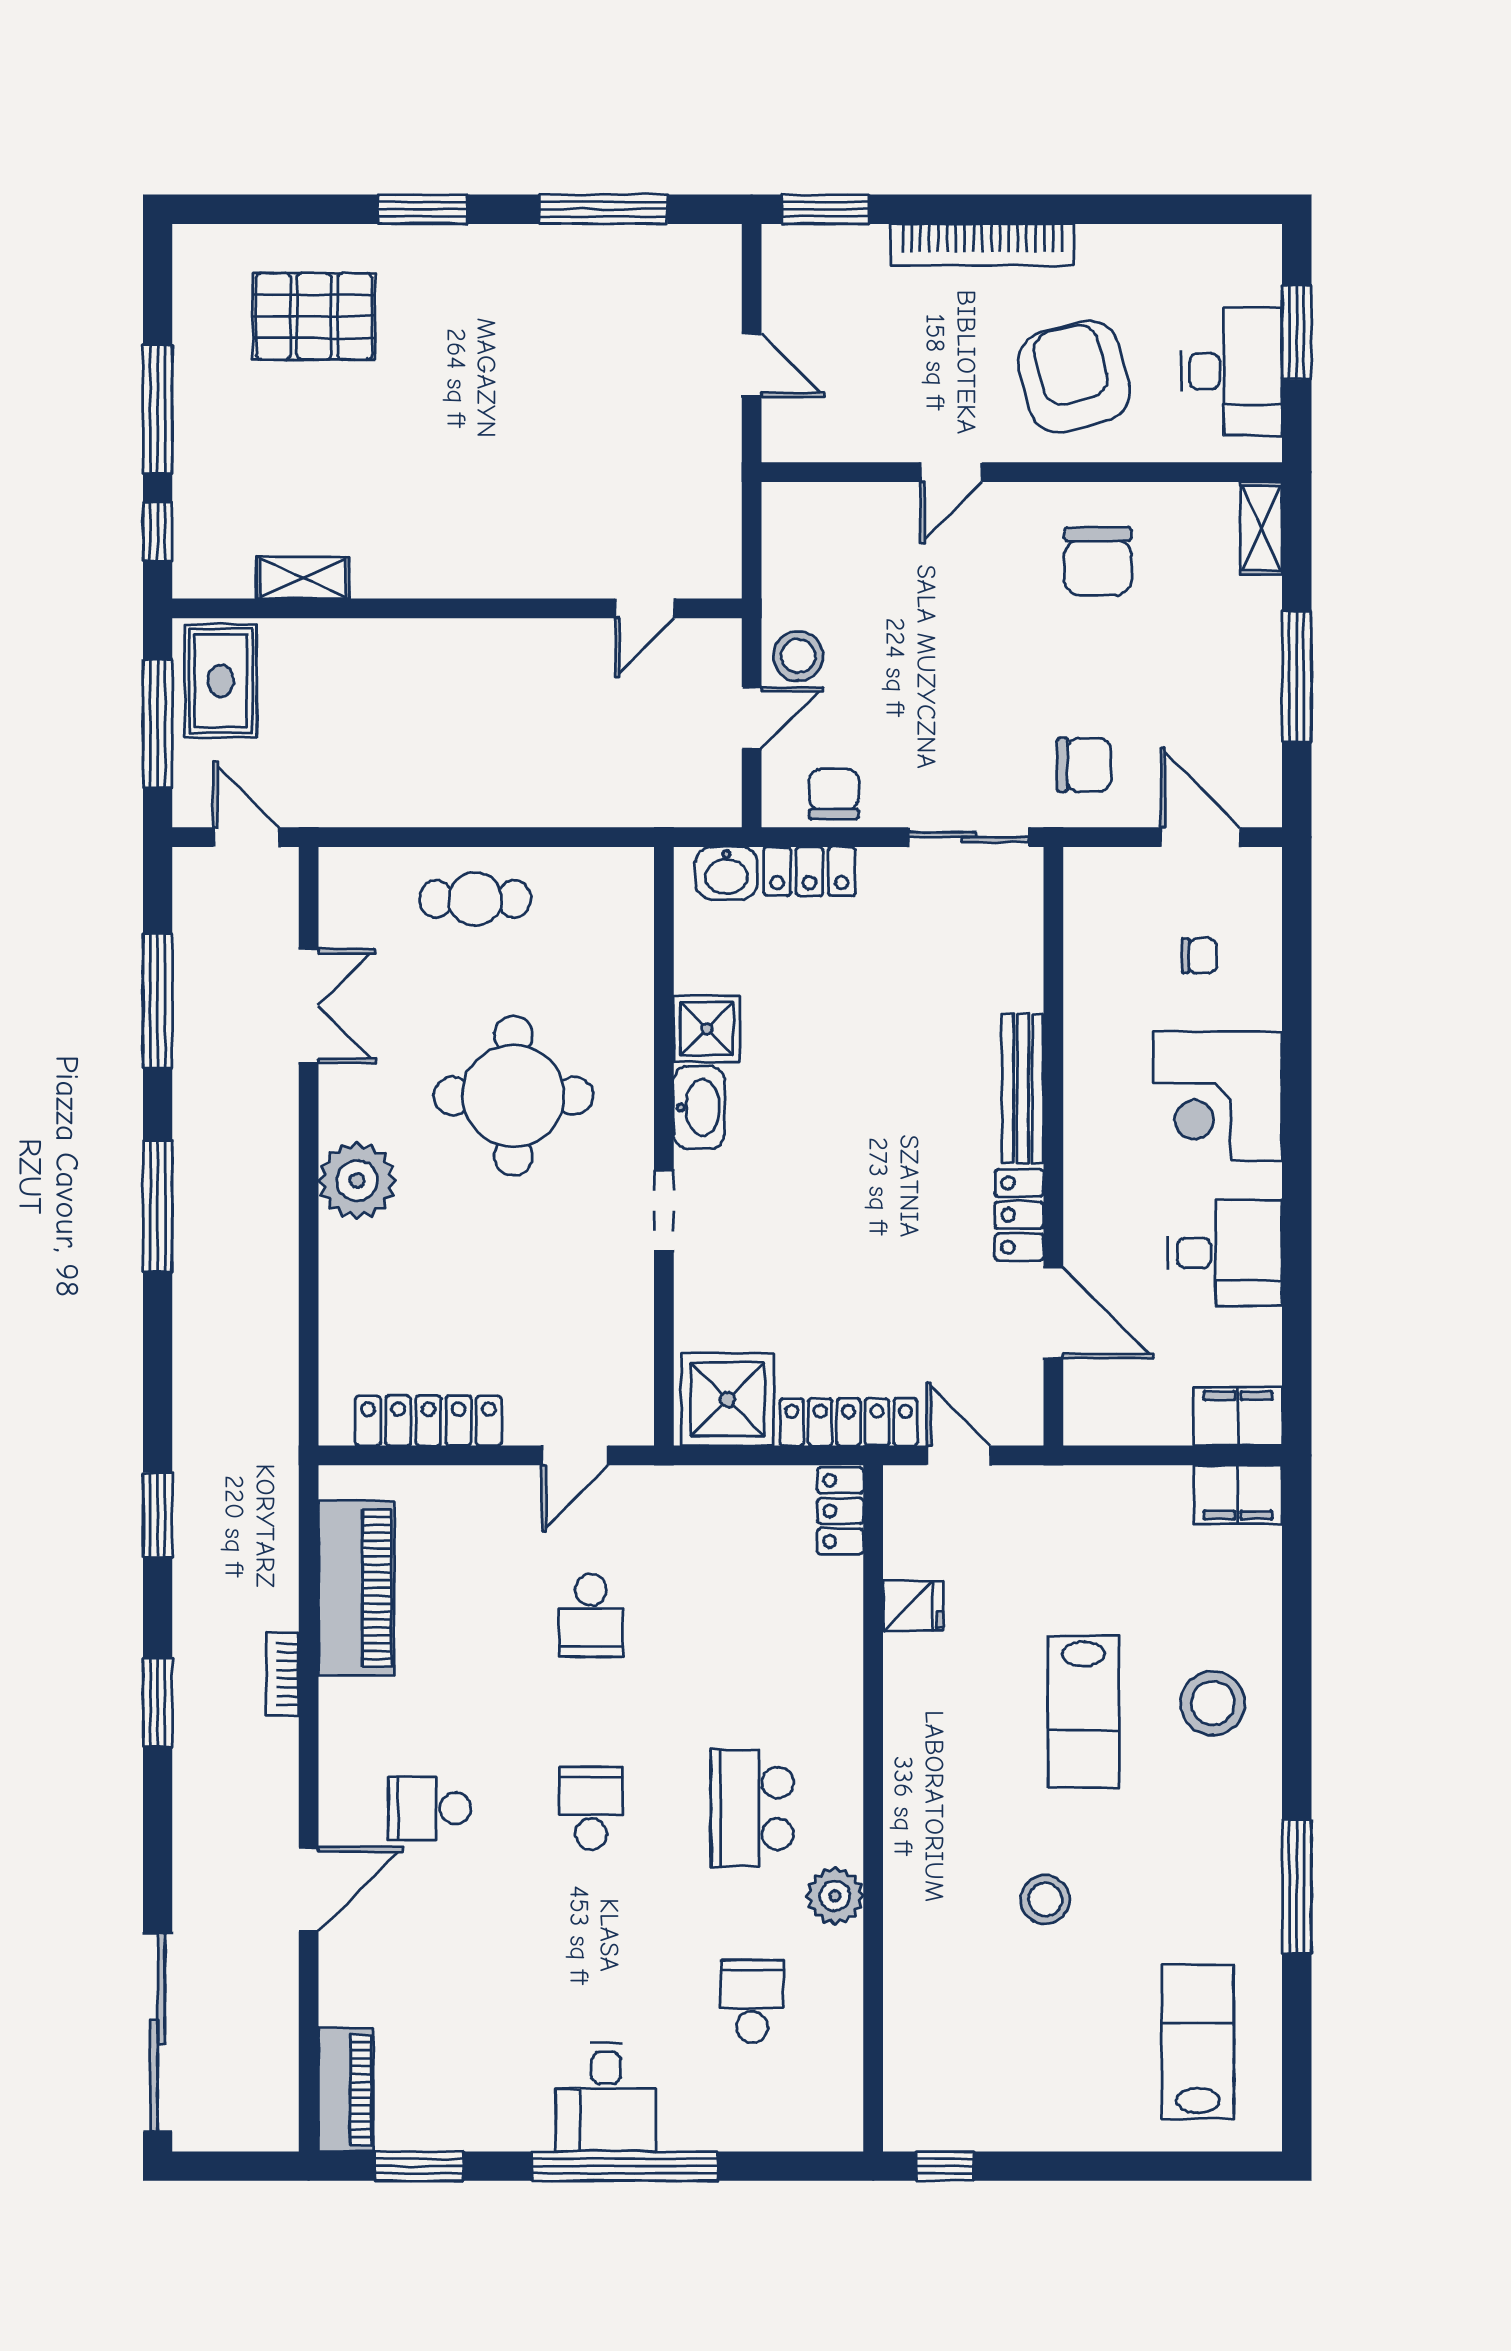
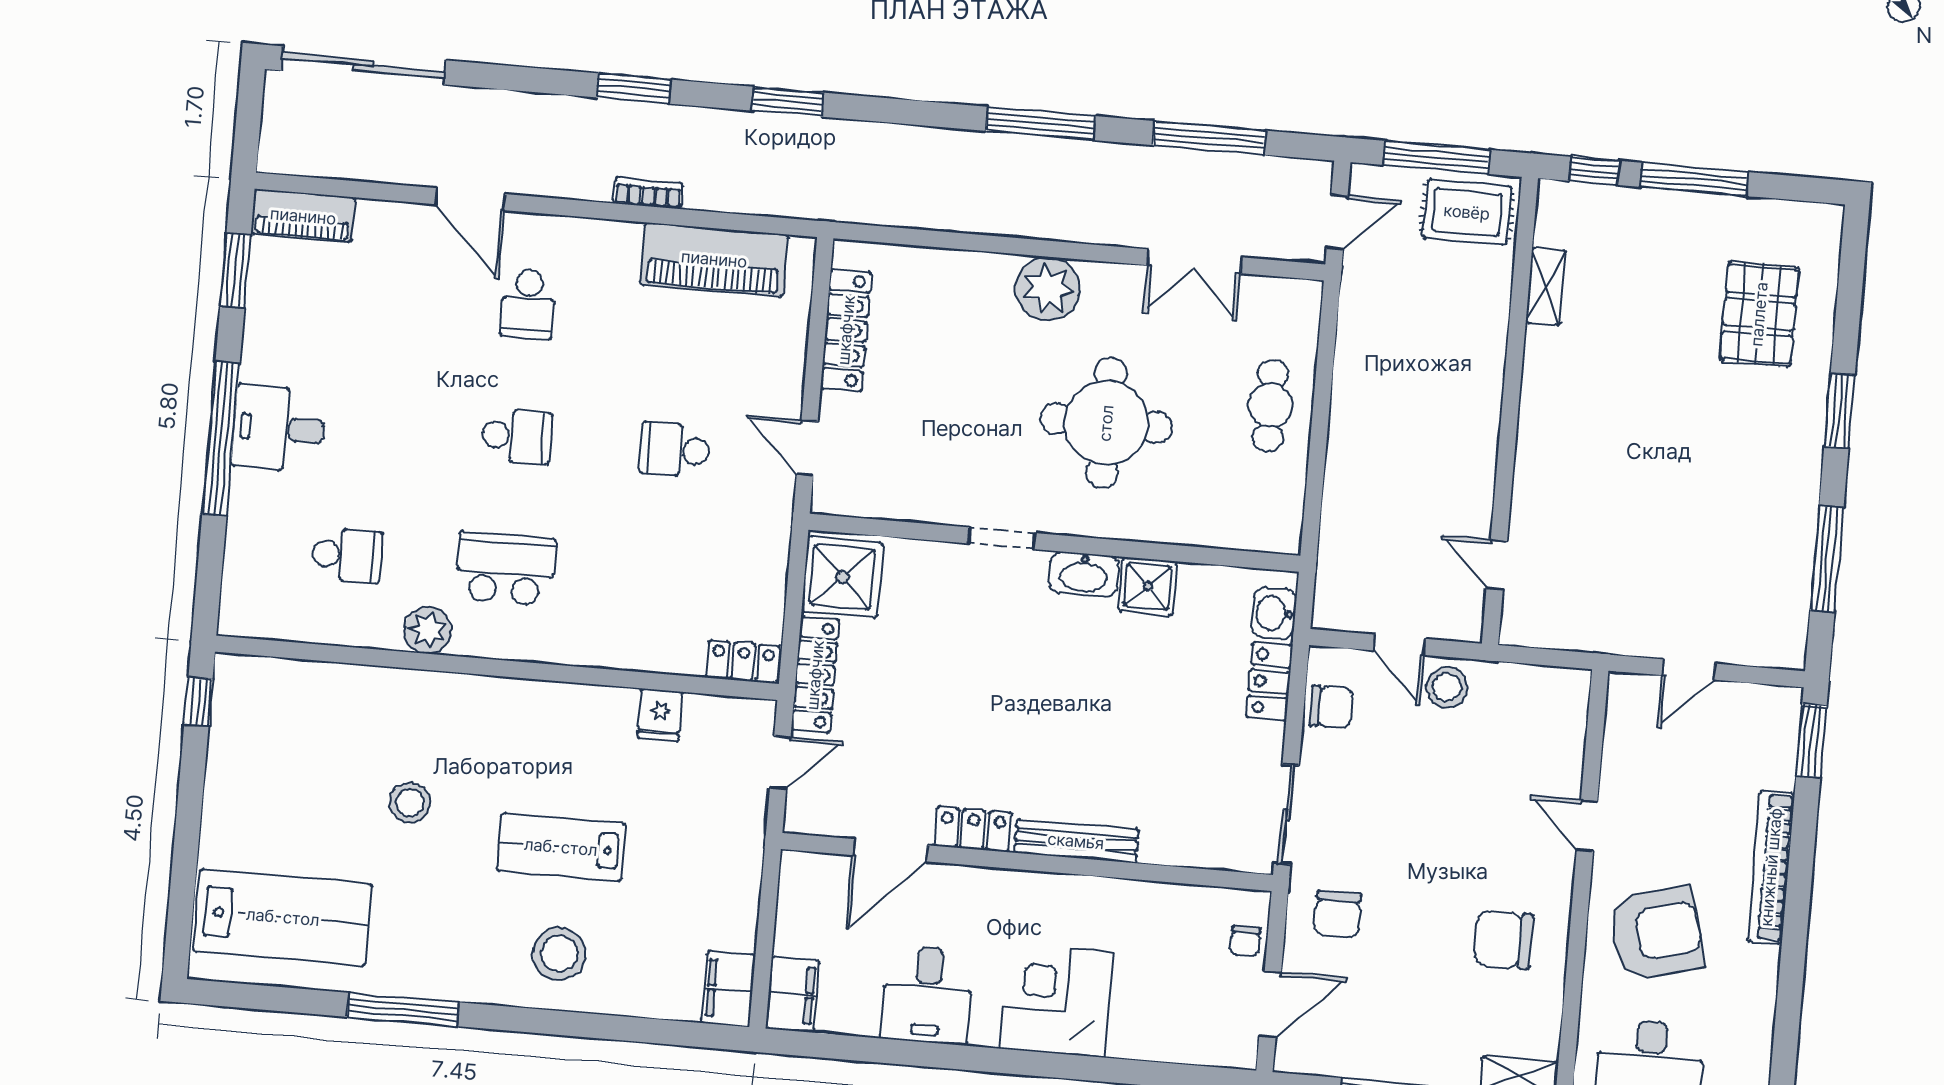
chair: (1200, 956) -> (1246, 941), moved
school desk: (430, 1808) -> (528, 304), turned 180
lab bench: (1198, 2042) -> (283, 917), width x1.36, depth x1.39

